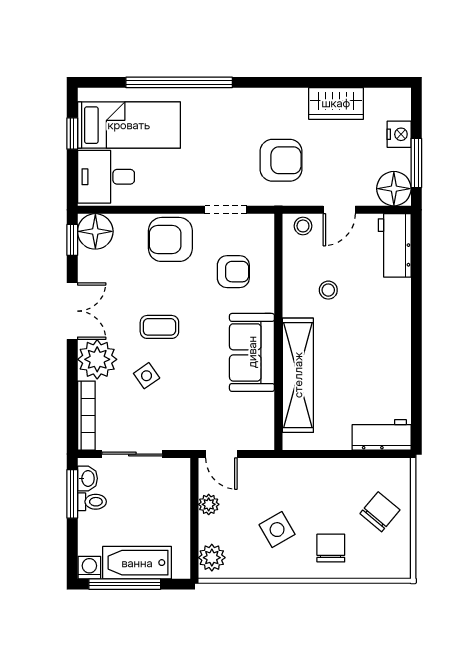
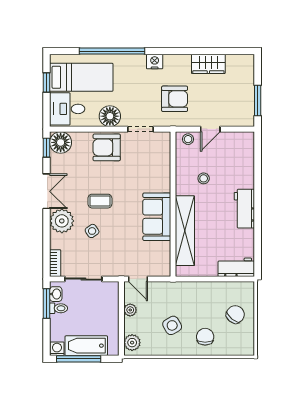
nightstand: (399, 134) -> (155, 62), moved, turned -90
floor lamp: (394, 189) -> (110, 116), moved
workbench: (395, 245) -> (244, 209), moved
armchair: (233, 272) -> (145, 167), removed
bookcase: (86, 416) -> (55, 263), width x0.64

